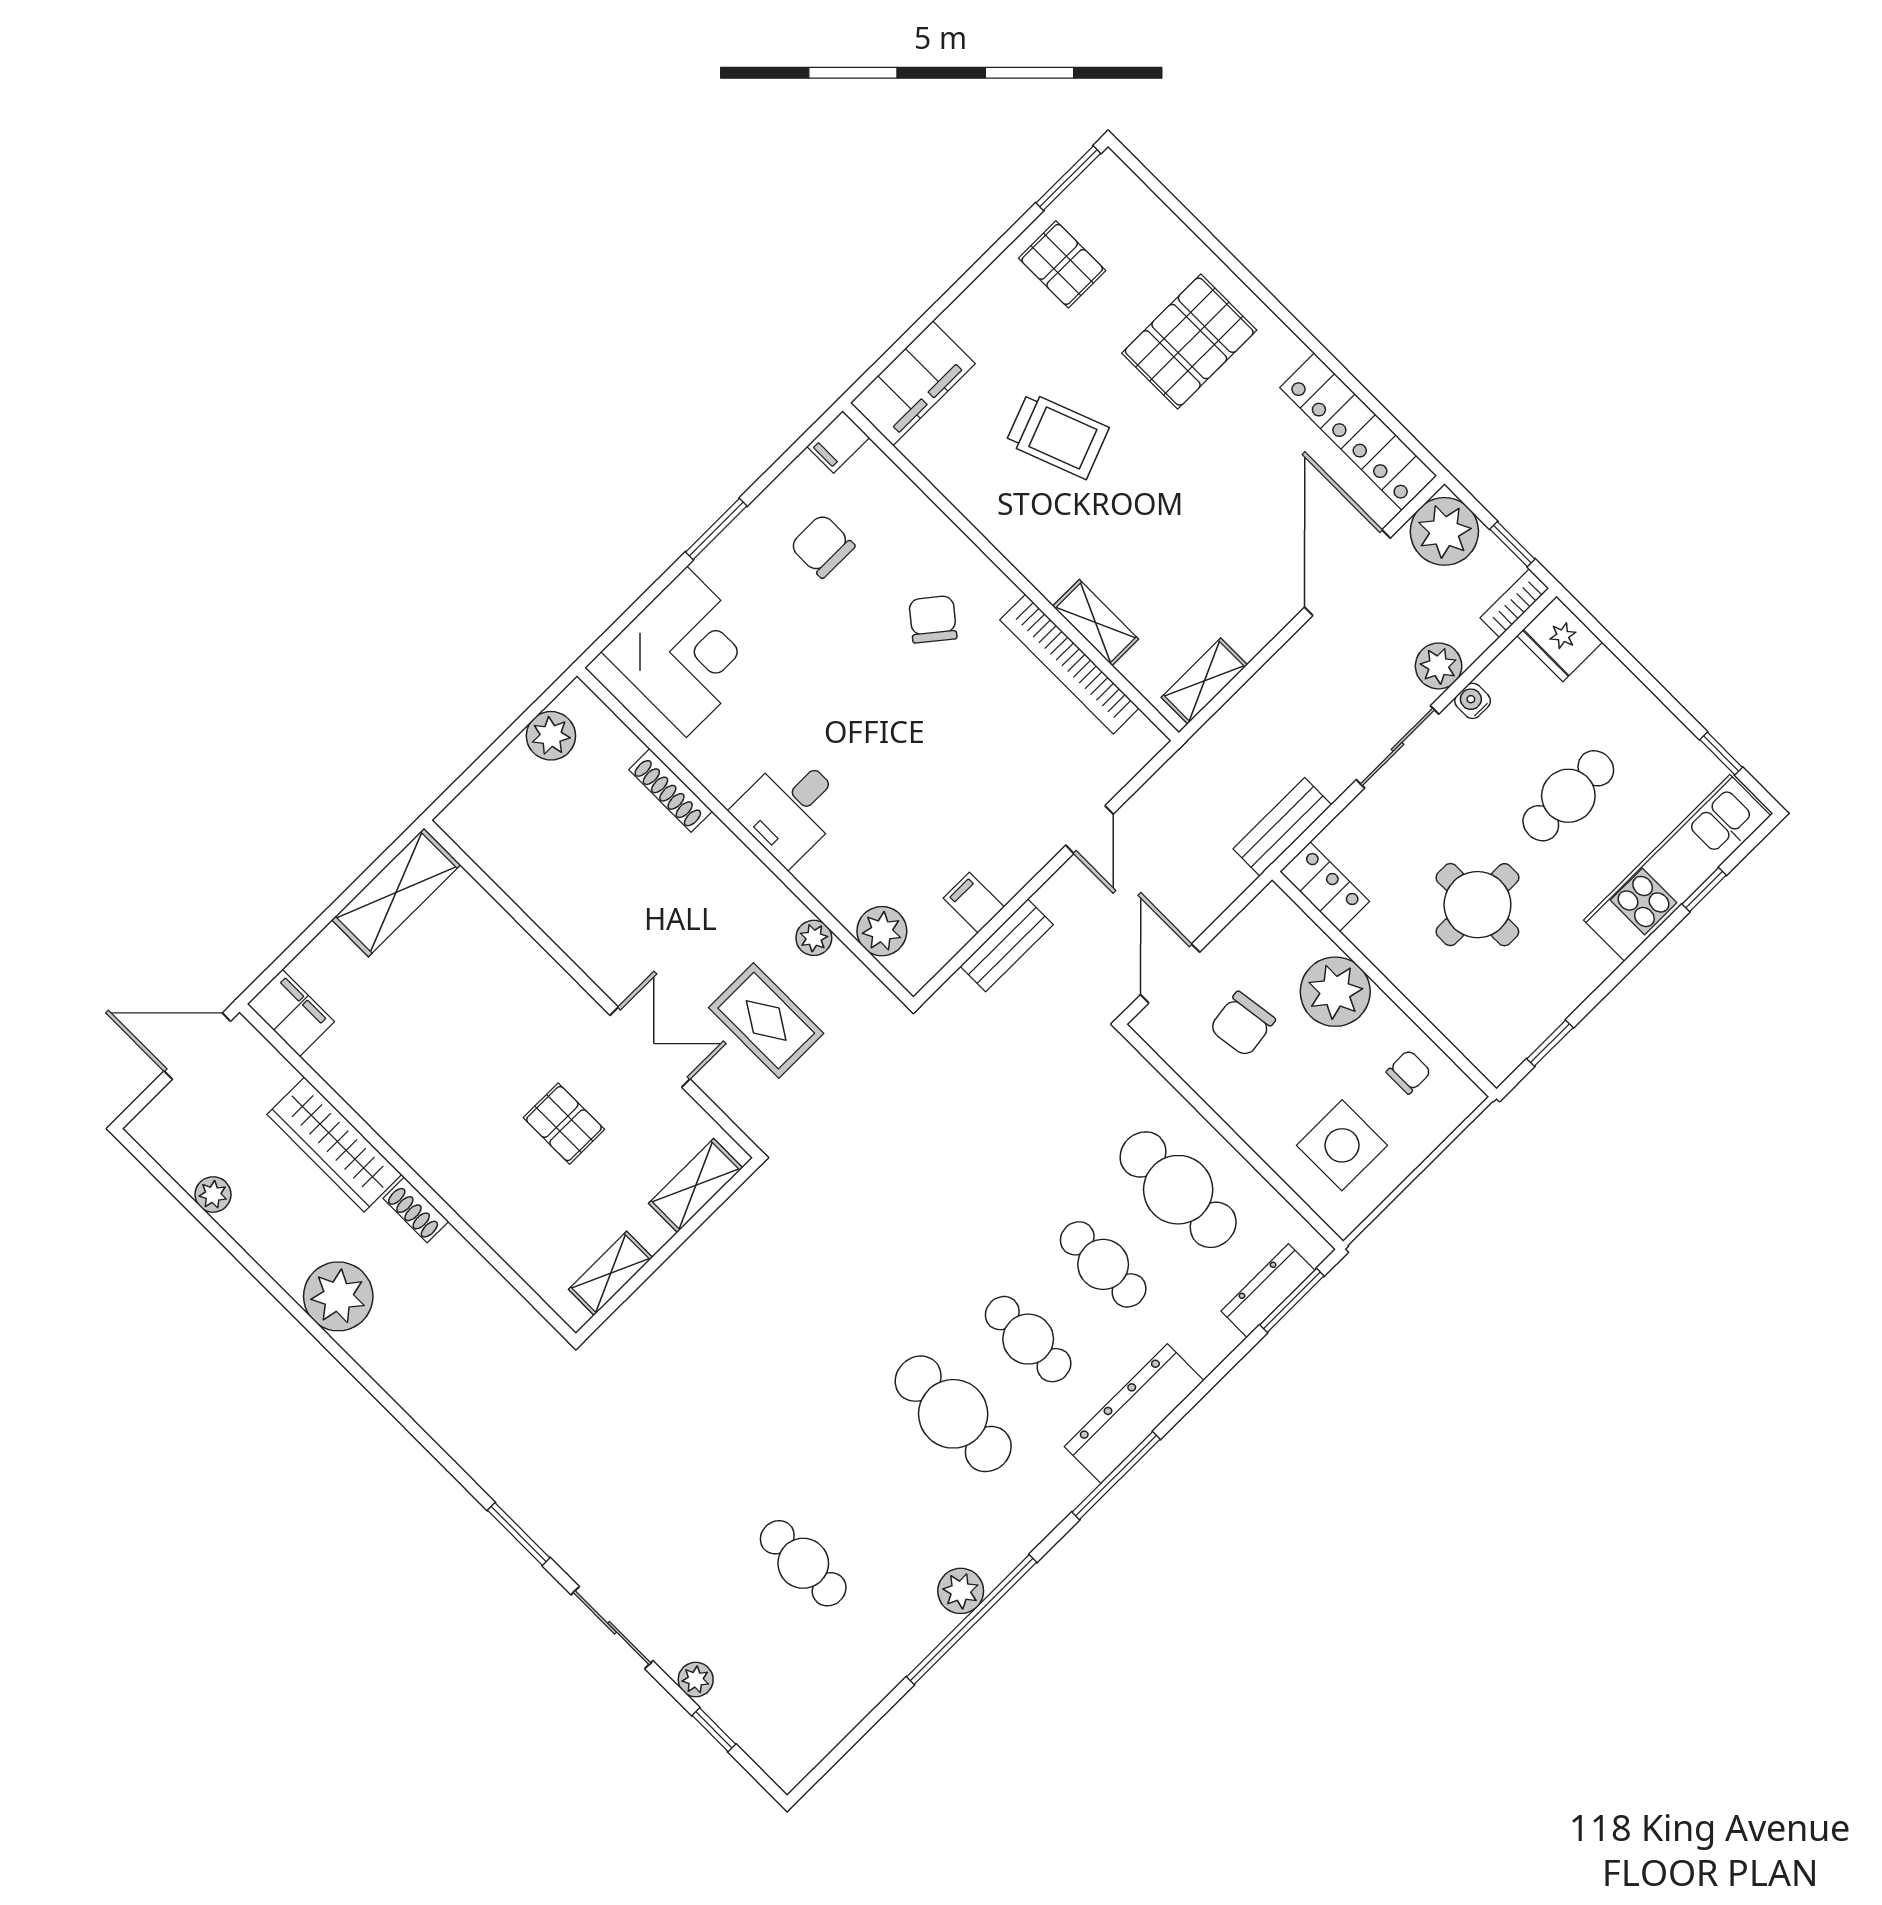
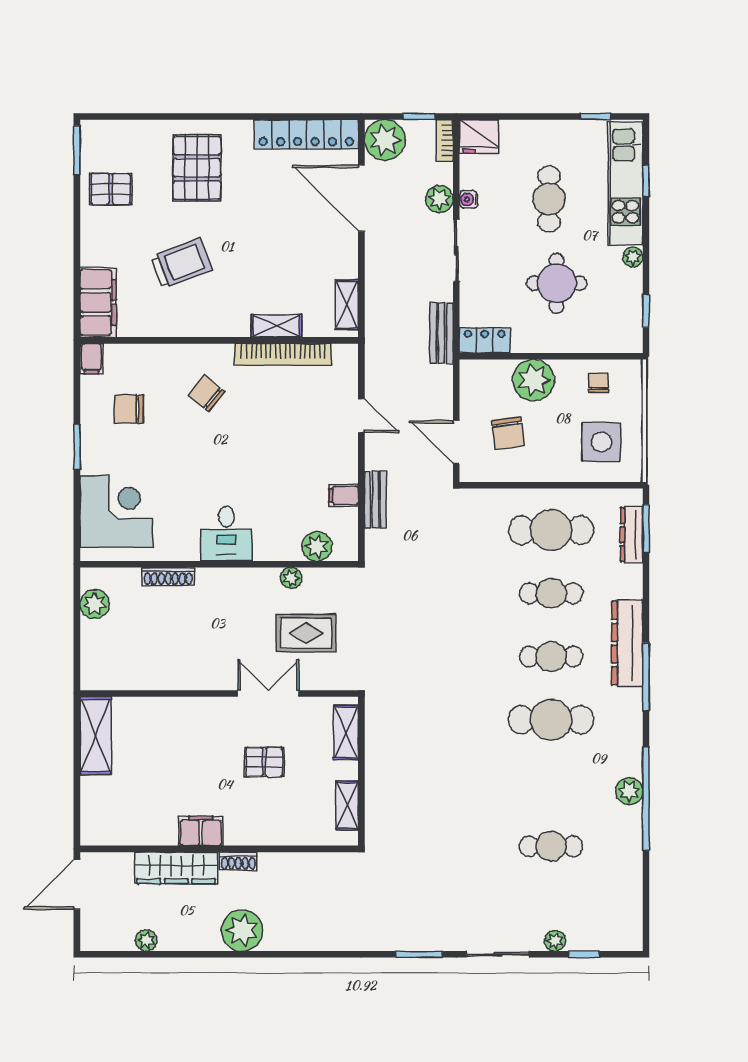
plant: (1599, 964) -> (633, 257), added
filing cabinet: (291, 1013) -> (201, 831), moved

